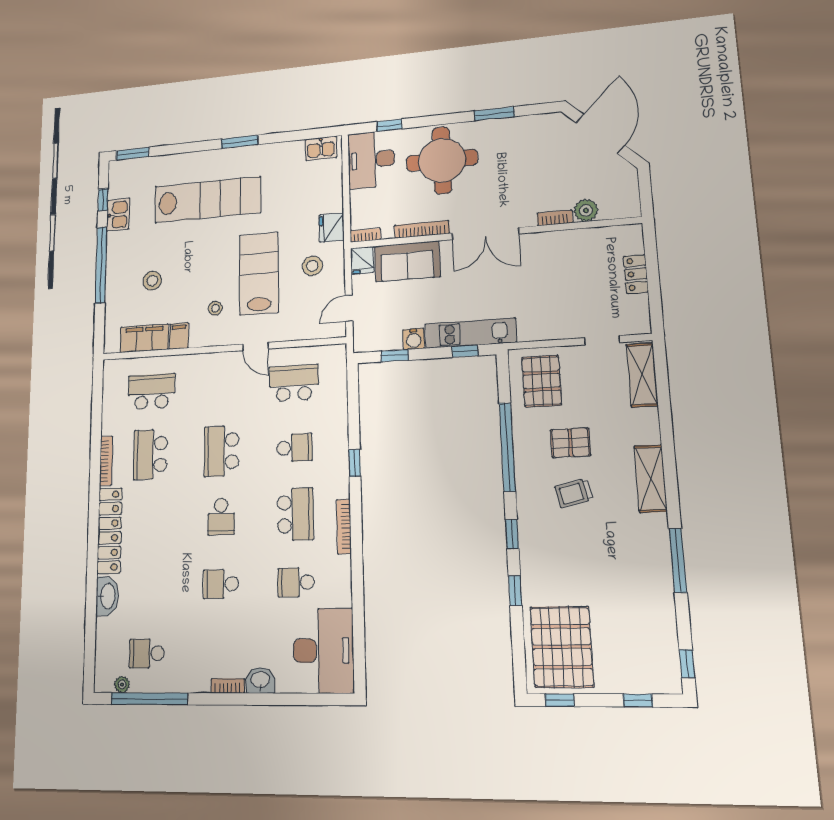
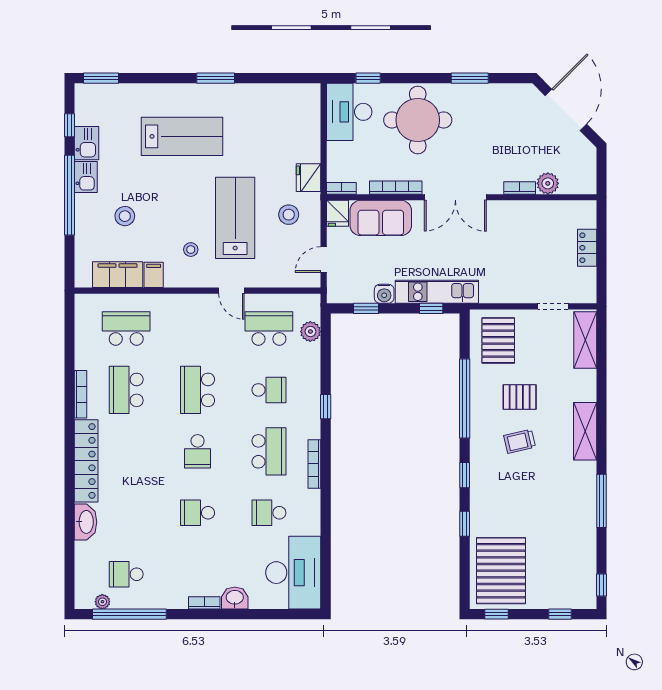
kitchen sink: (321, 148) -> (86, 177), moved, turned -90
lab bench: (208, 200) -> (182, 136), width x0.73
plant: (337, 384) -> (310, 332), added

